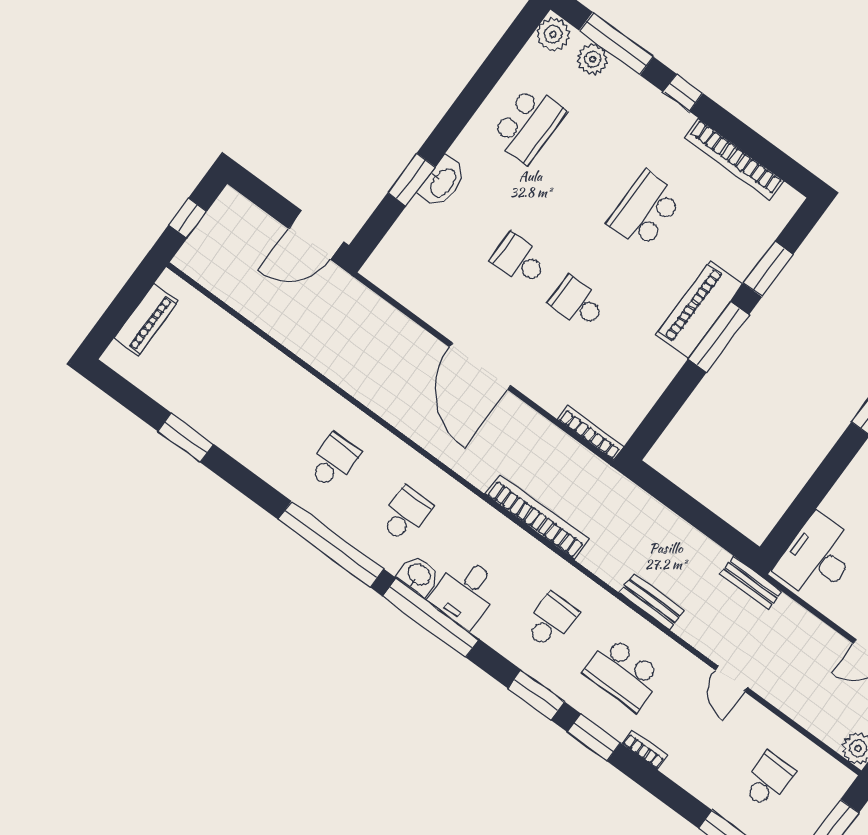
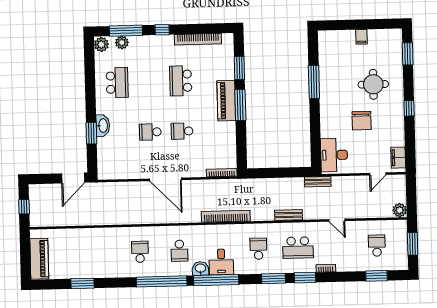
piano: (146, 320) -> (39, 259), width x1.37, depth x1.33
school desk: (406, 514) -> (179, 251), turned 180

